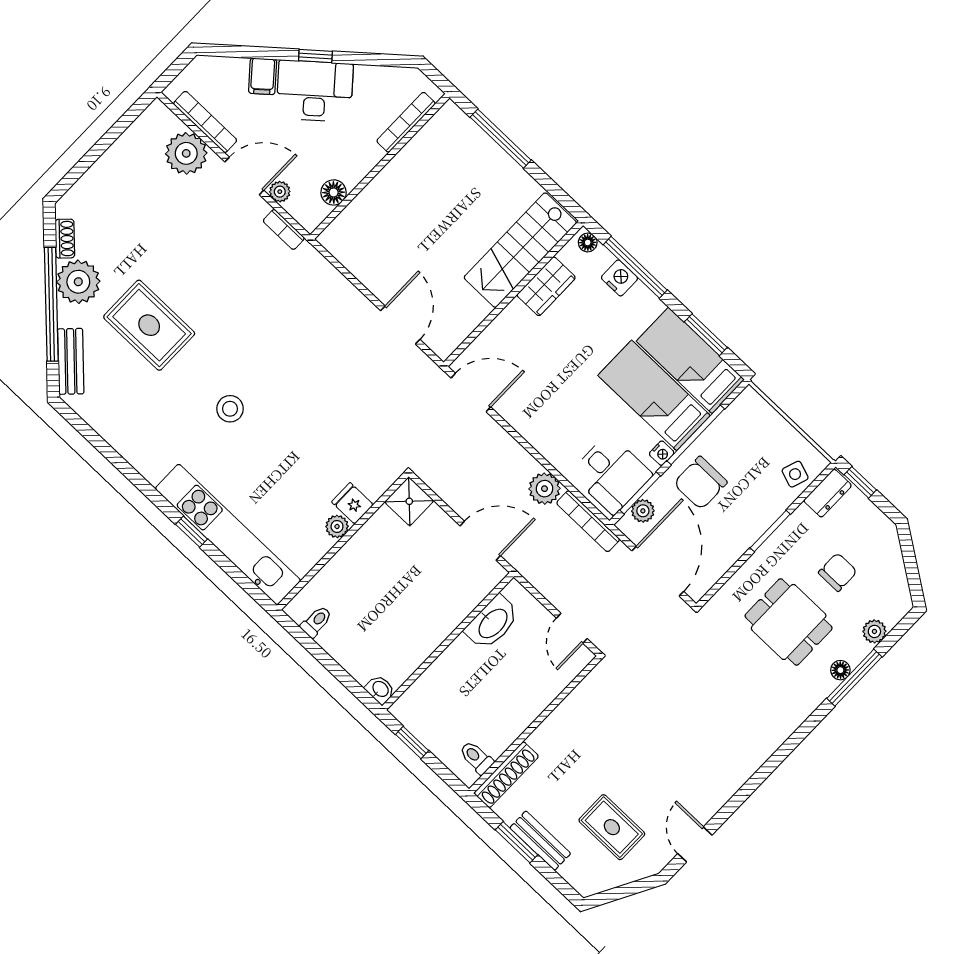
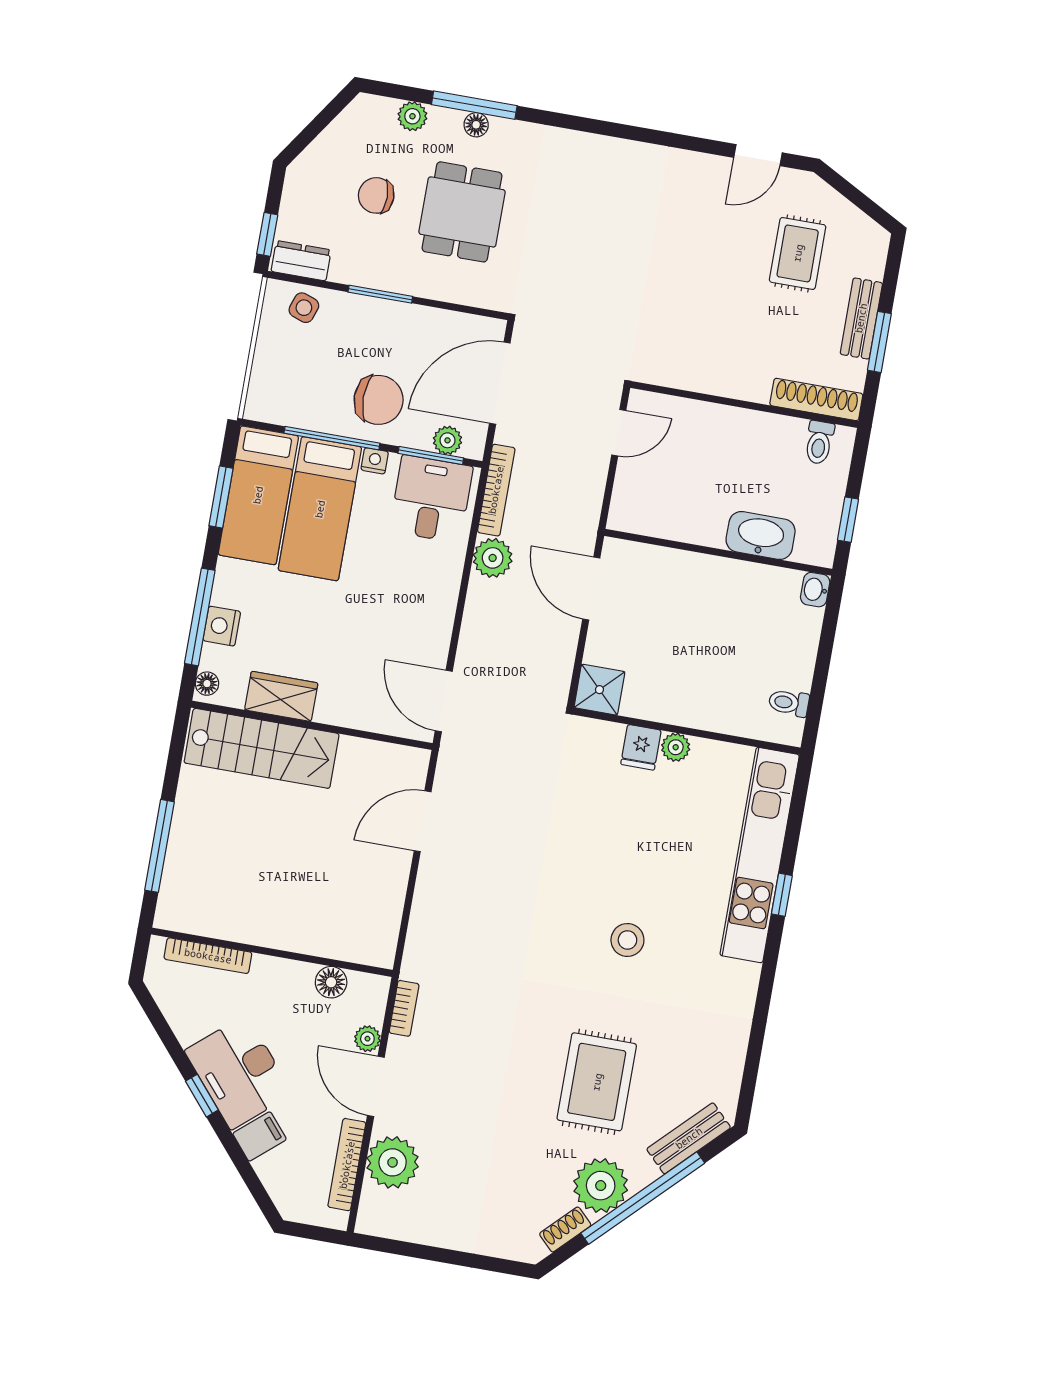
washbasin: (492, 623) -> (761, 536), moved

